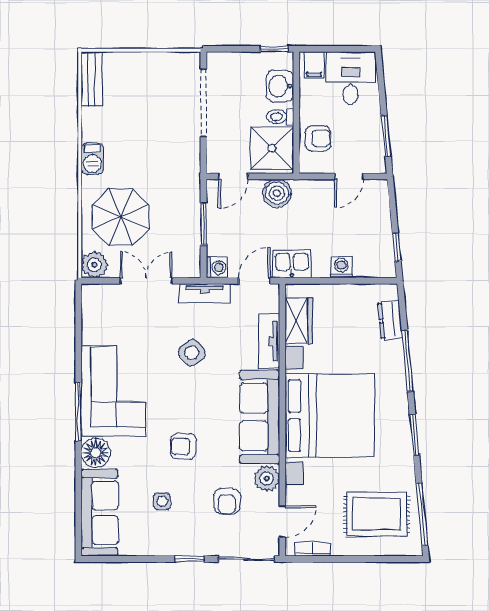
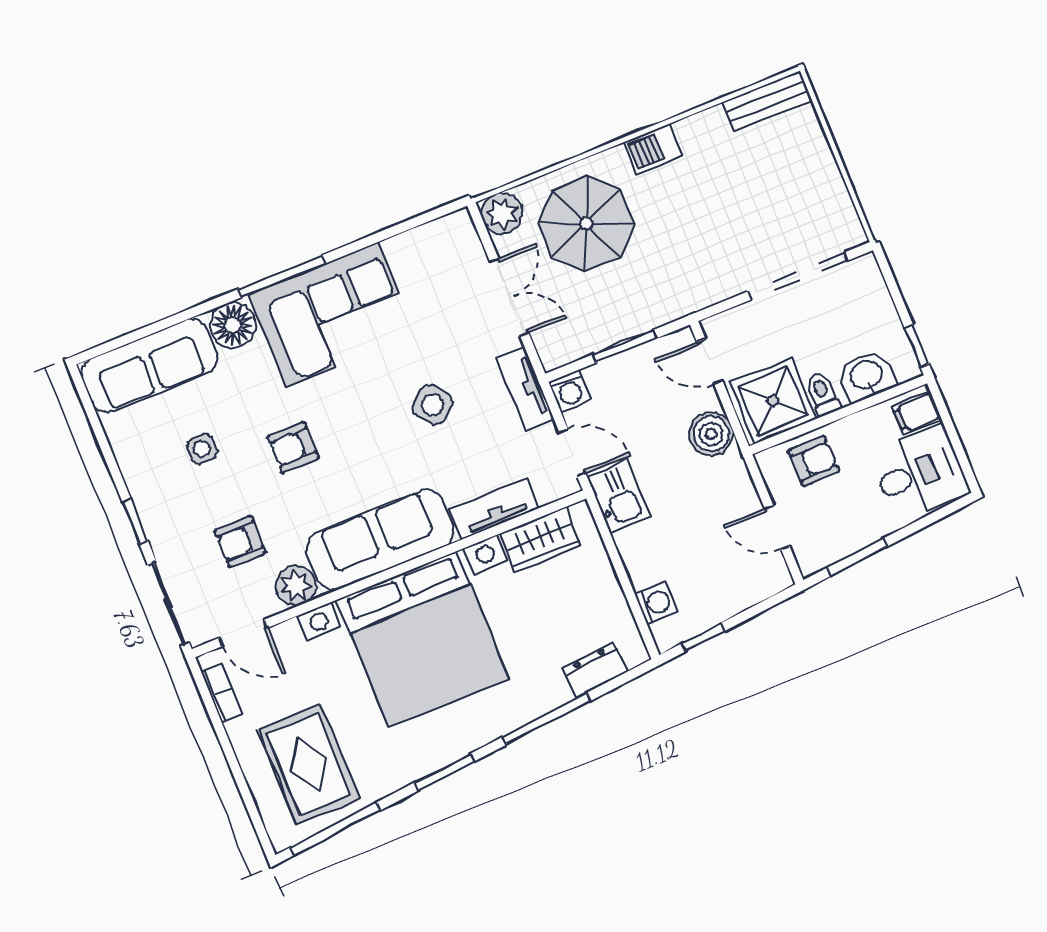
armchair: (318, 138) -> (814, 461), turned -91
washing machine: (341, 267) -> (656, 603), moved
armchair: (183, 446) -> (293, 447), turned -90

